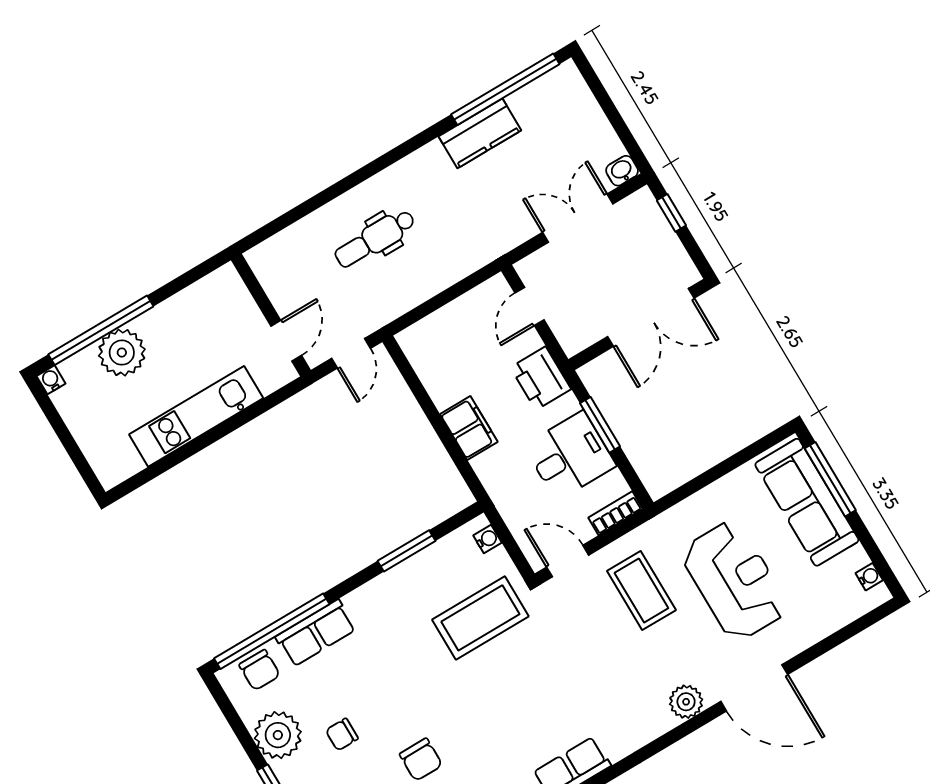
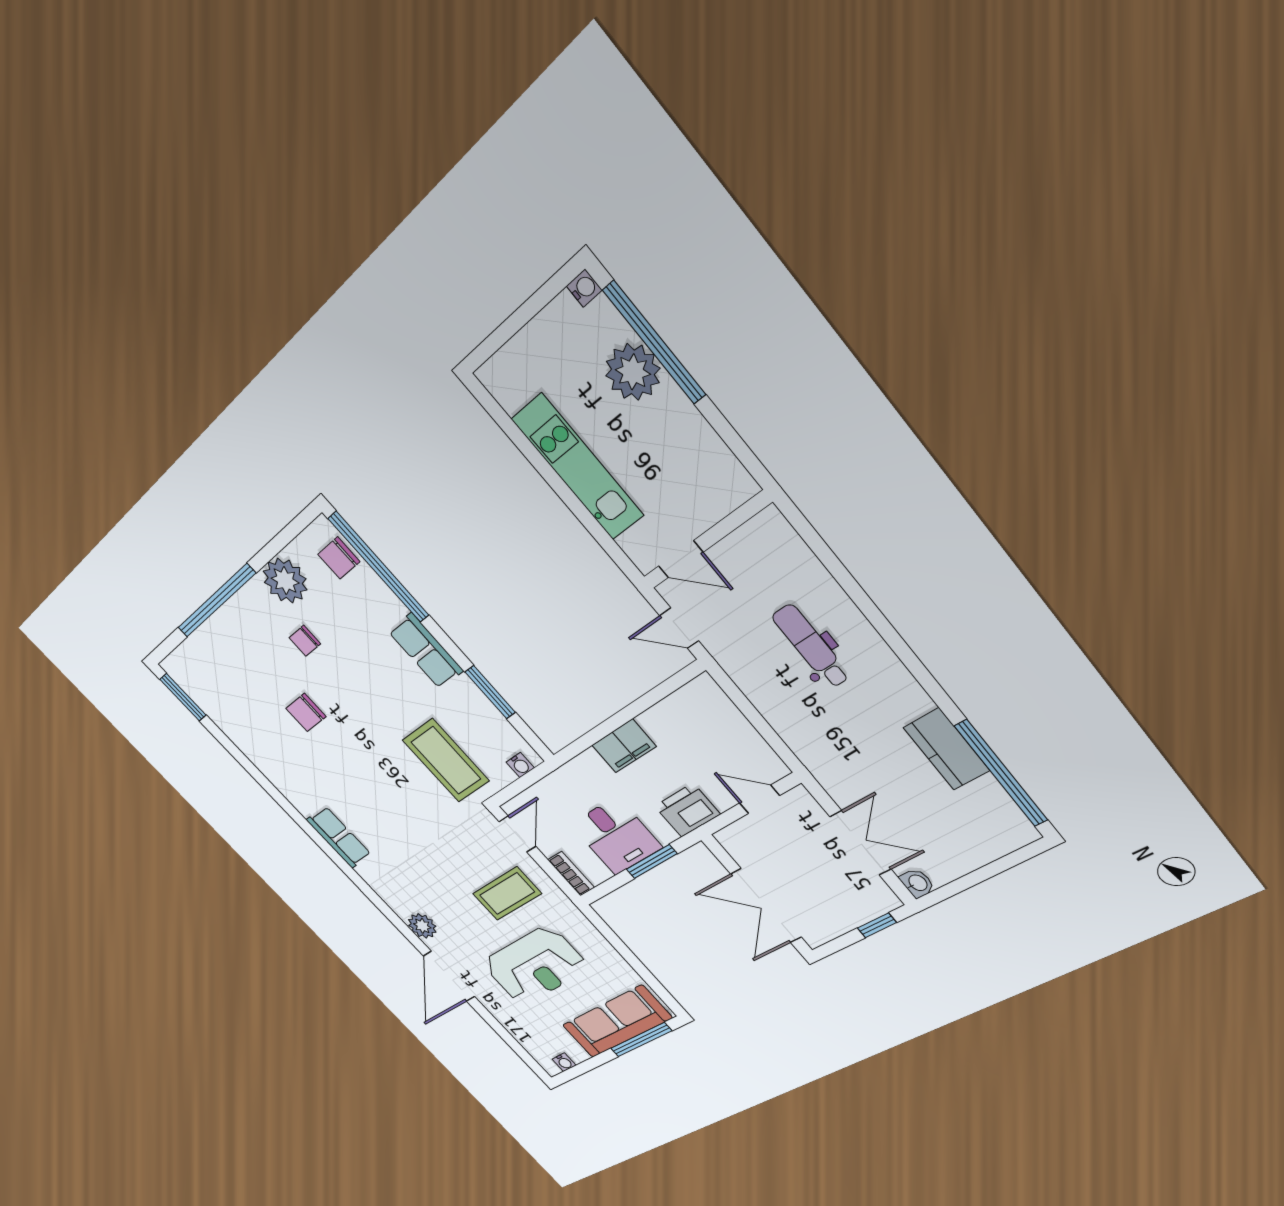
row of seats: (316, 633) -> (426, 651), moved
chair: (342, 734) -> (305, 641), turned -90

